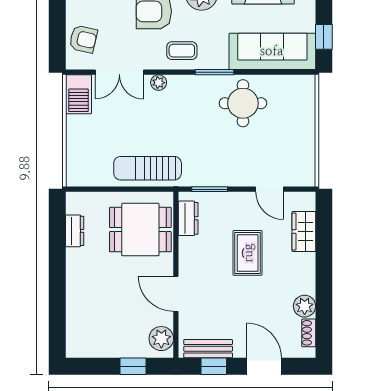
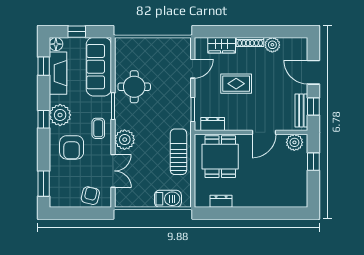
window: (324, 37) -> (77, 32), moved
plant: (159, 83) -> (125, 140), width x1.88, depth x1.88
barbecue: (78, 94) -> (168, 199), moved
sun lounger: (148, 168) -> (178, 152), turned 180
shoe rack: (309, 333) -> (250, 42), moved, width x1.43
door: (264, 366) -> (313, 72), hinge flipped

